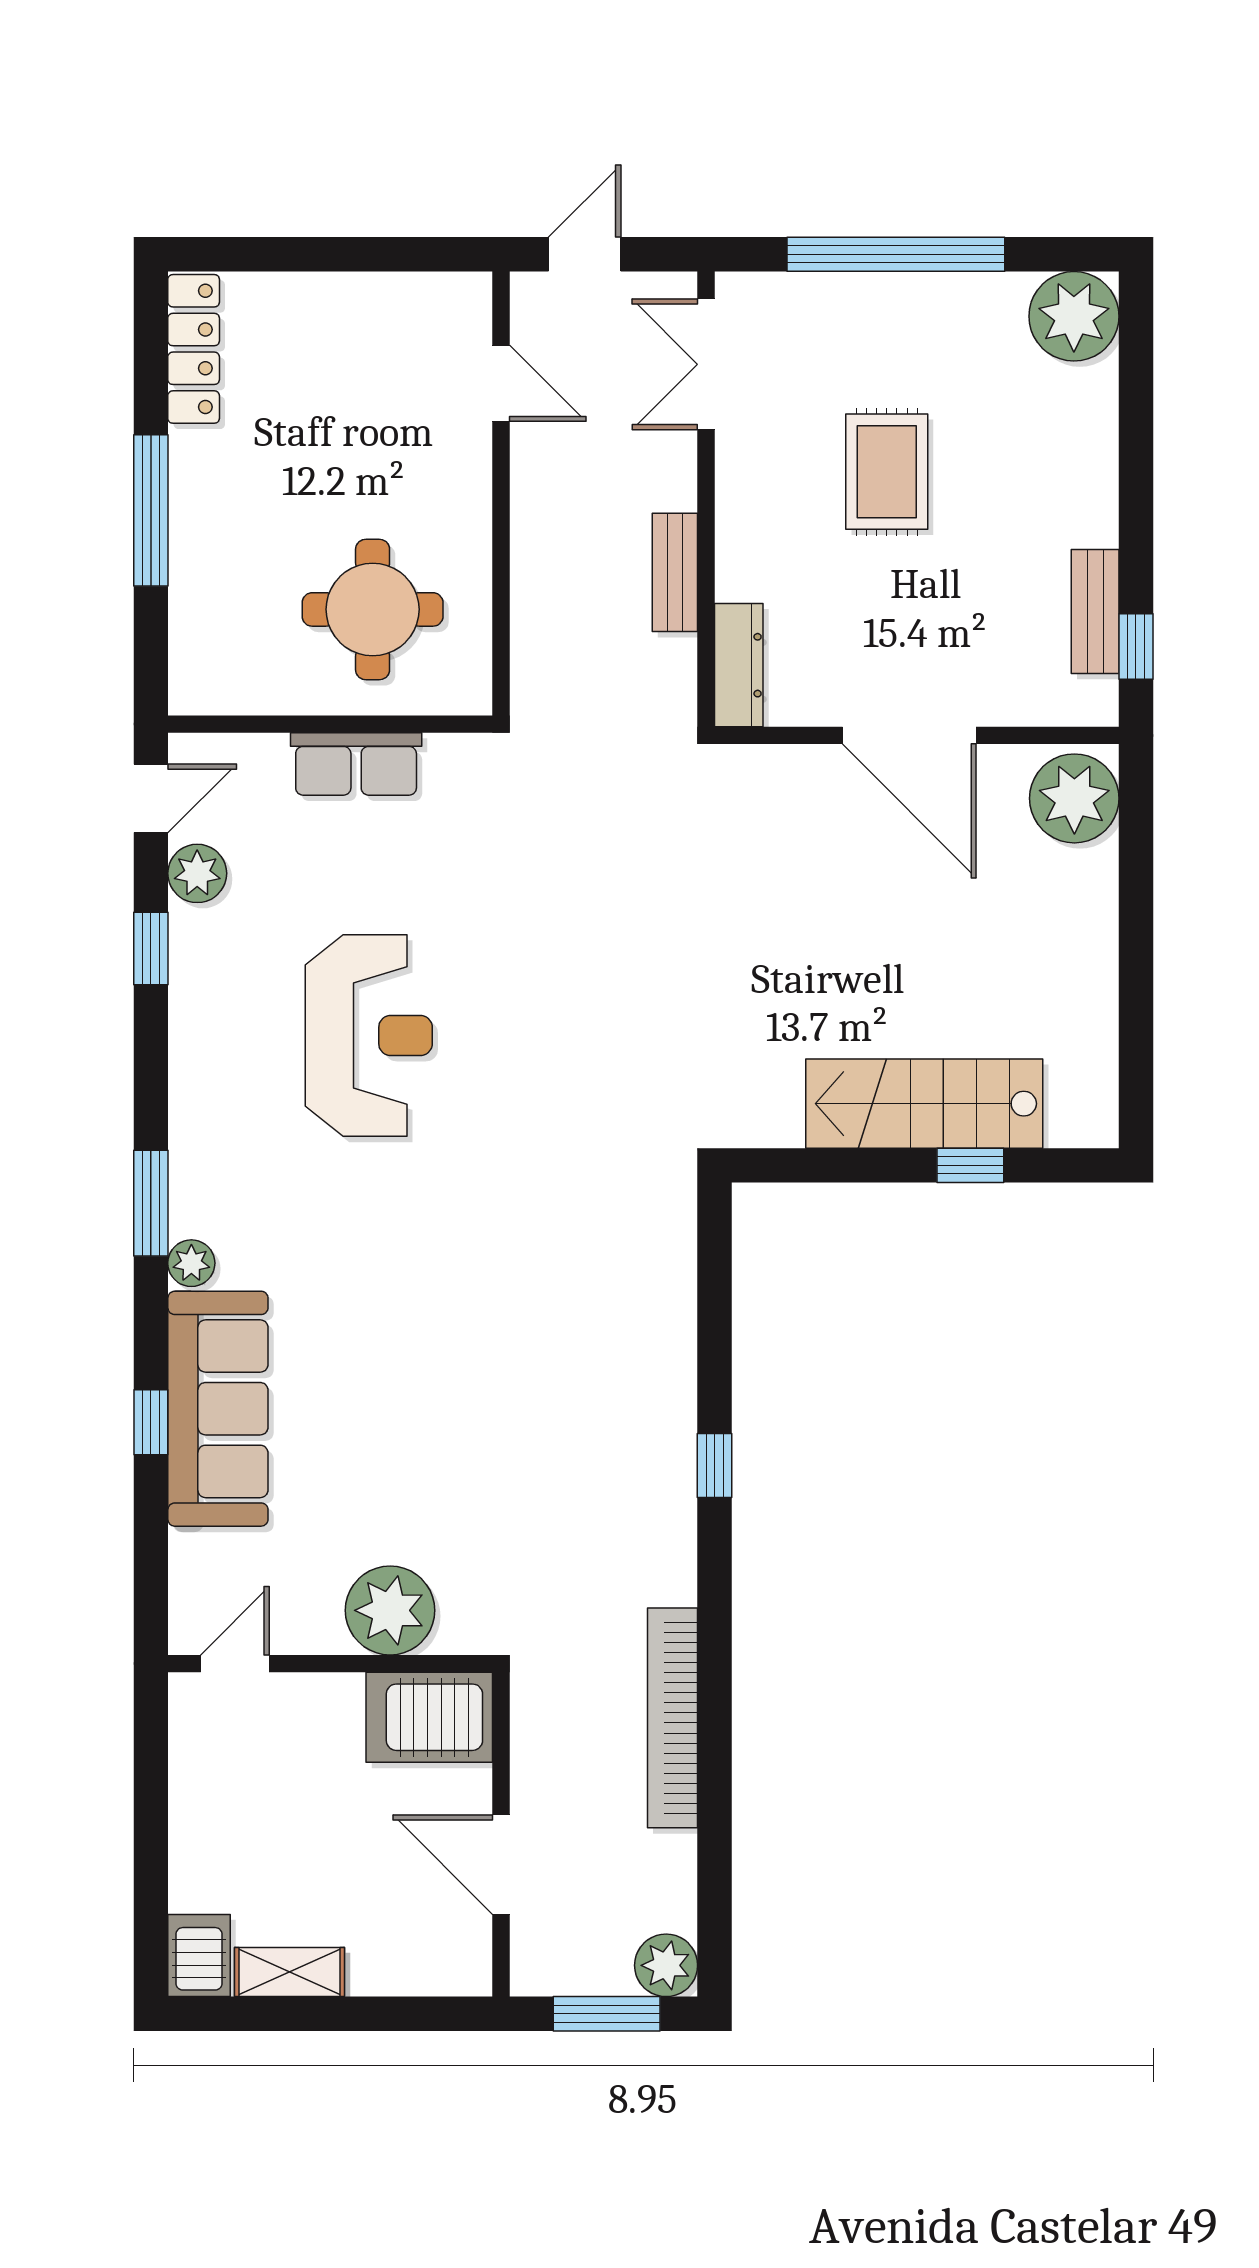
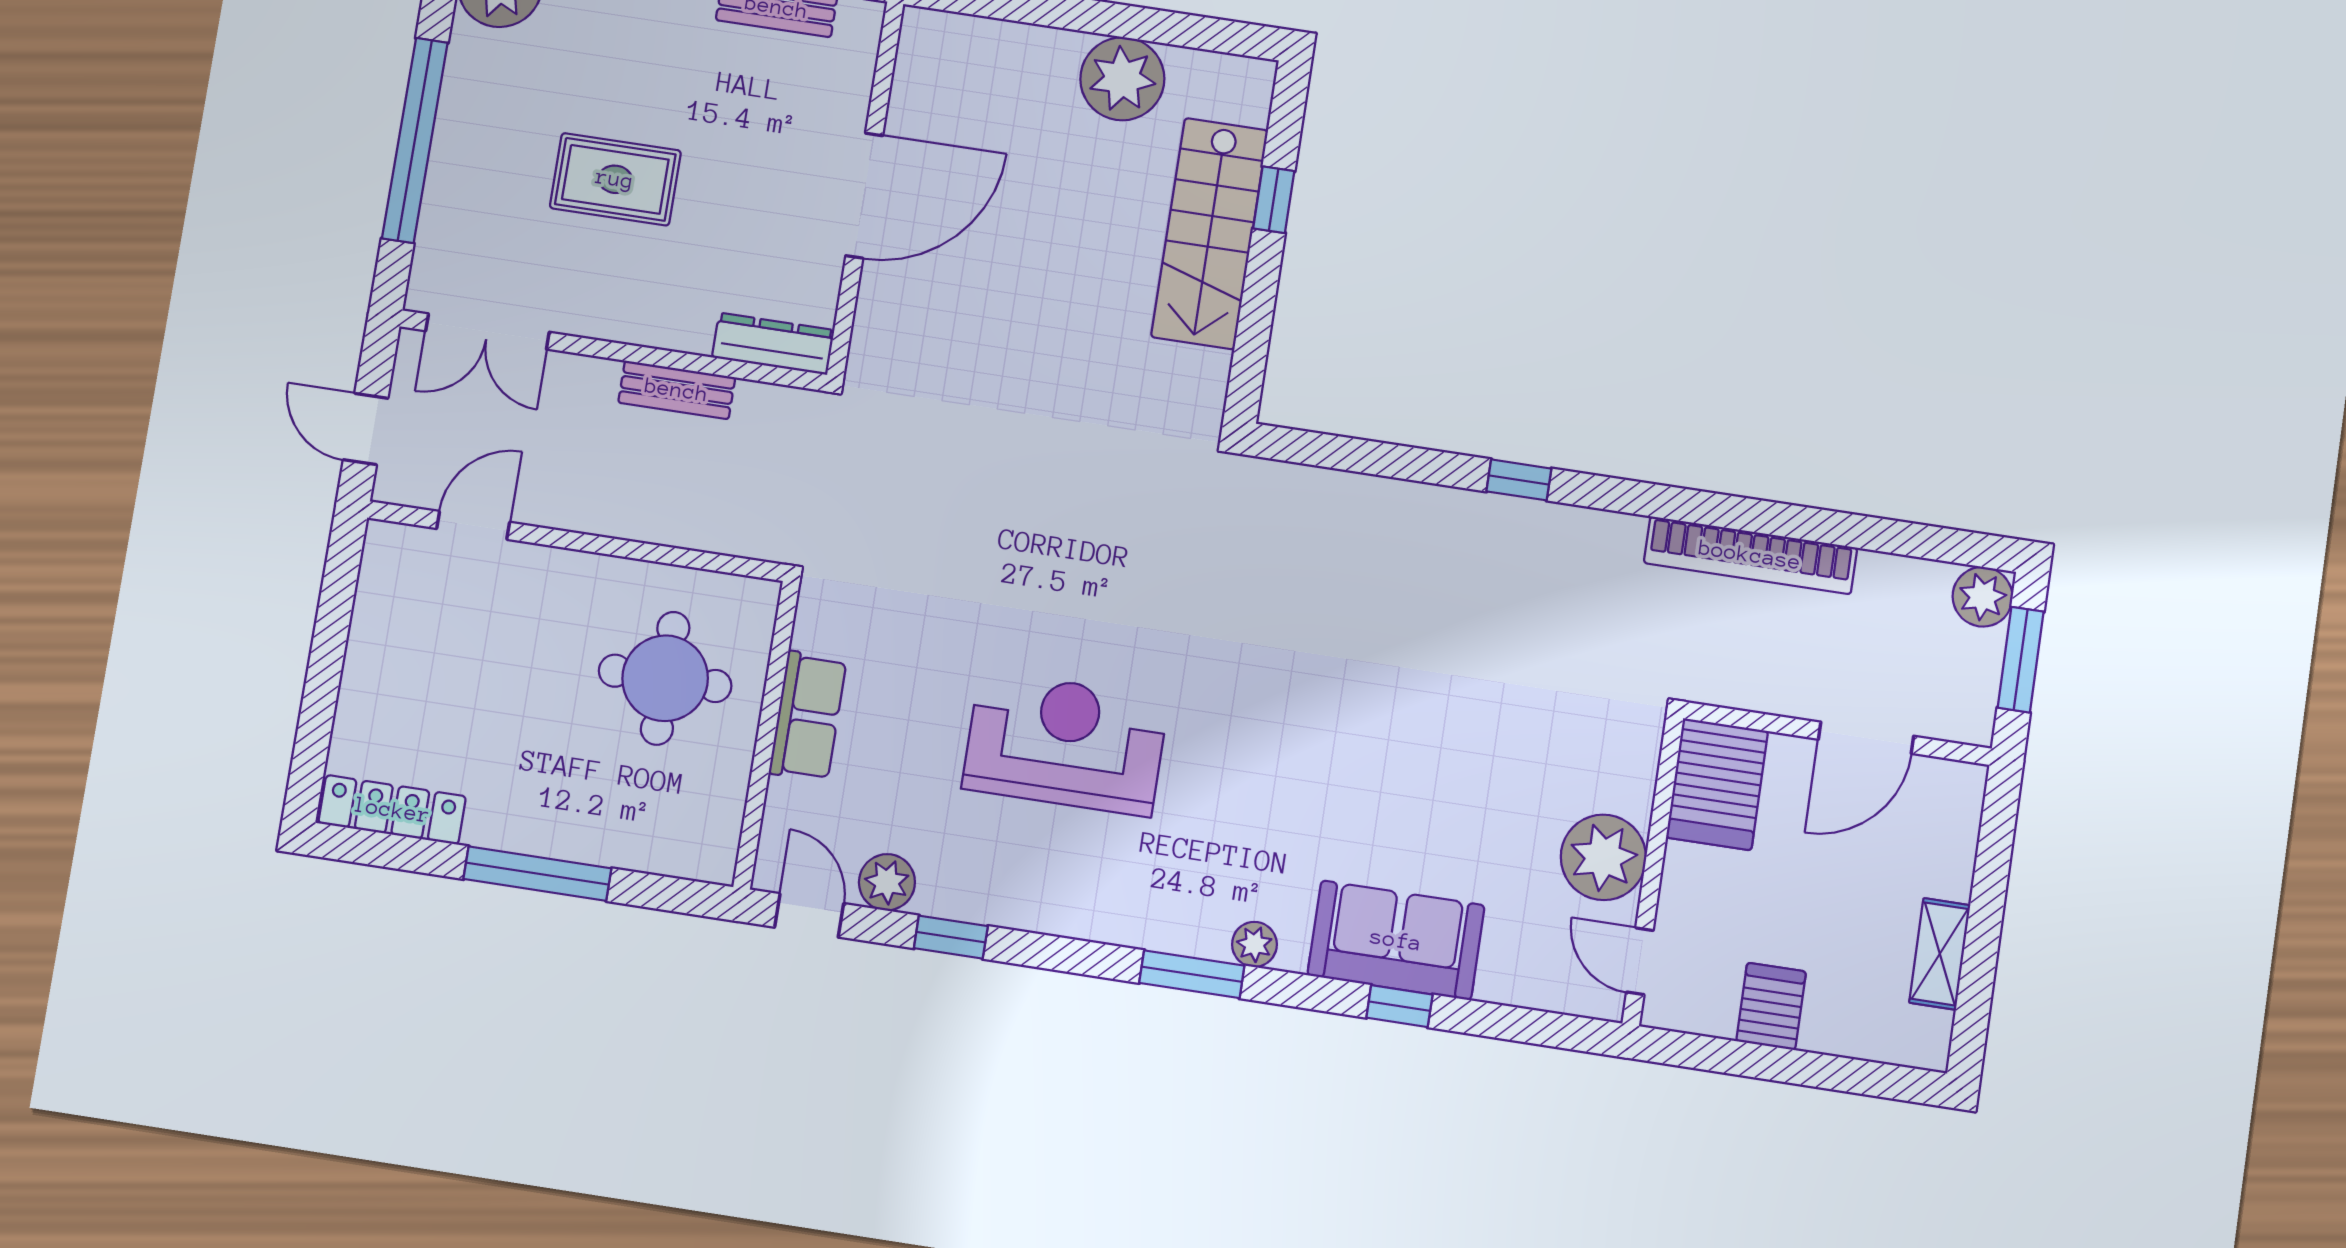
plant: (1074, 798) -> (1122, 79), moved
sofa: (218, 1409) -> (1396, 940), width x0.73
plant: (390, 1610) -> (1603, 857), moved
server rack: (199, 1955) -> (1771, 1006), moved, turned 90

